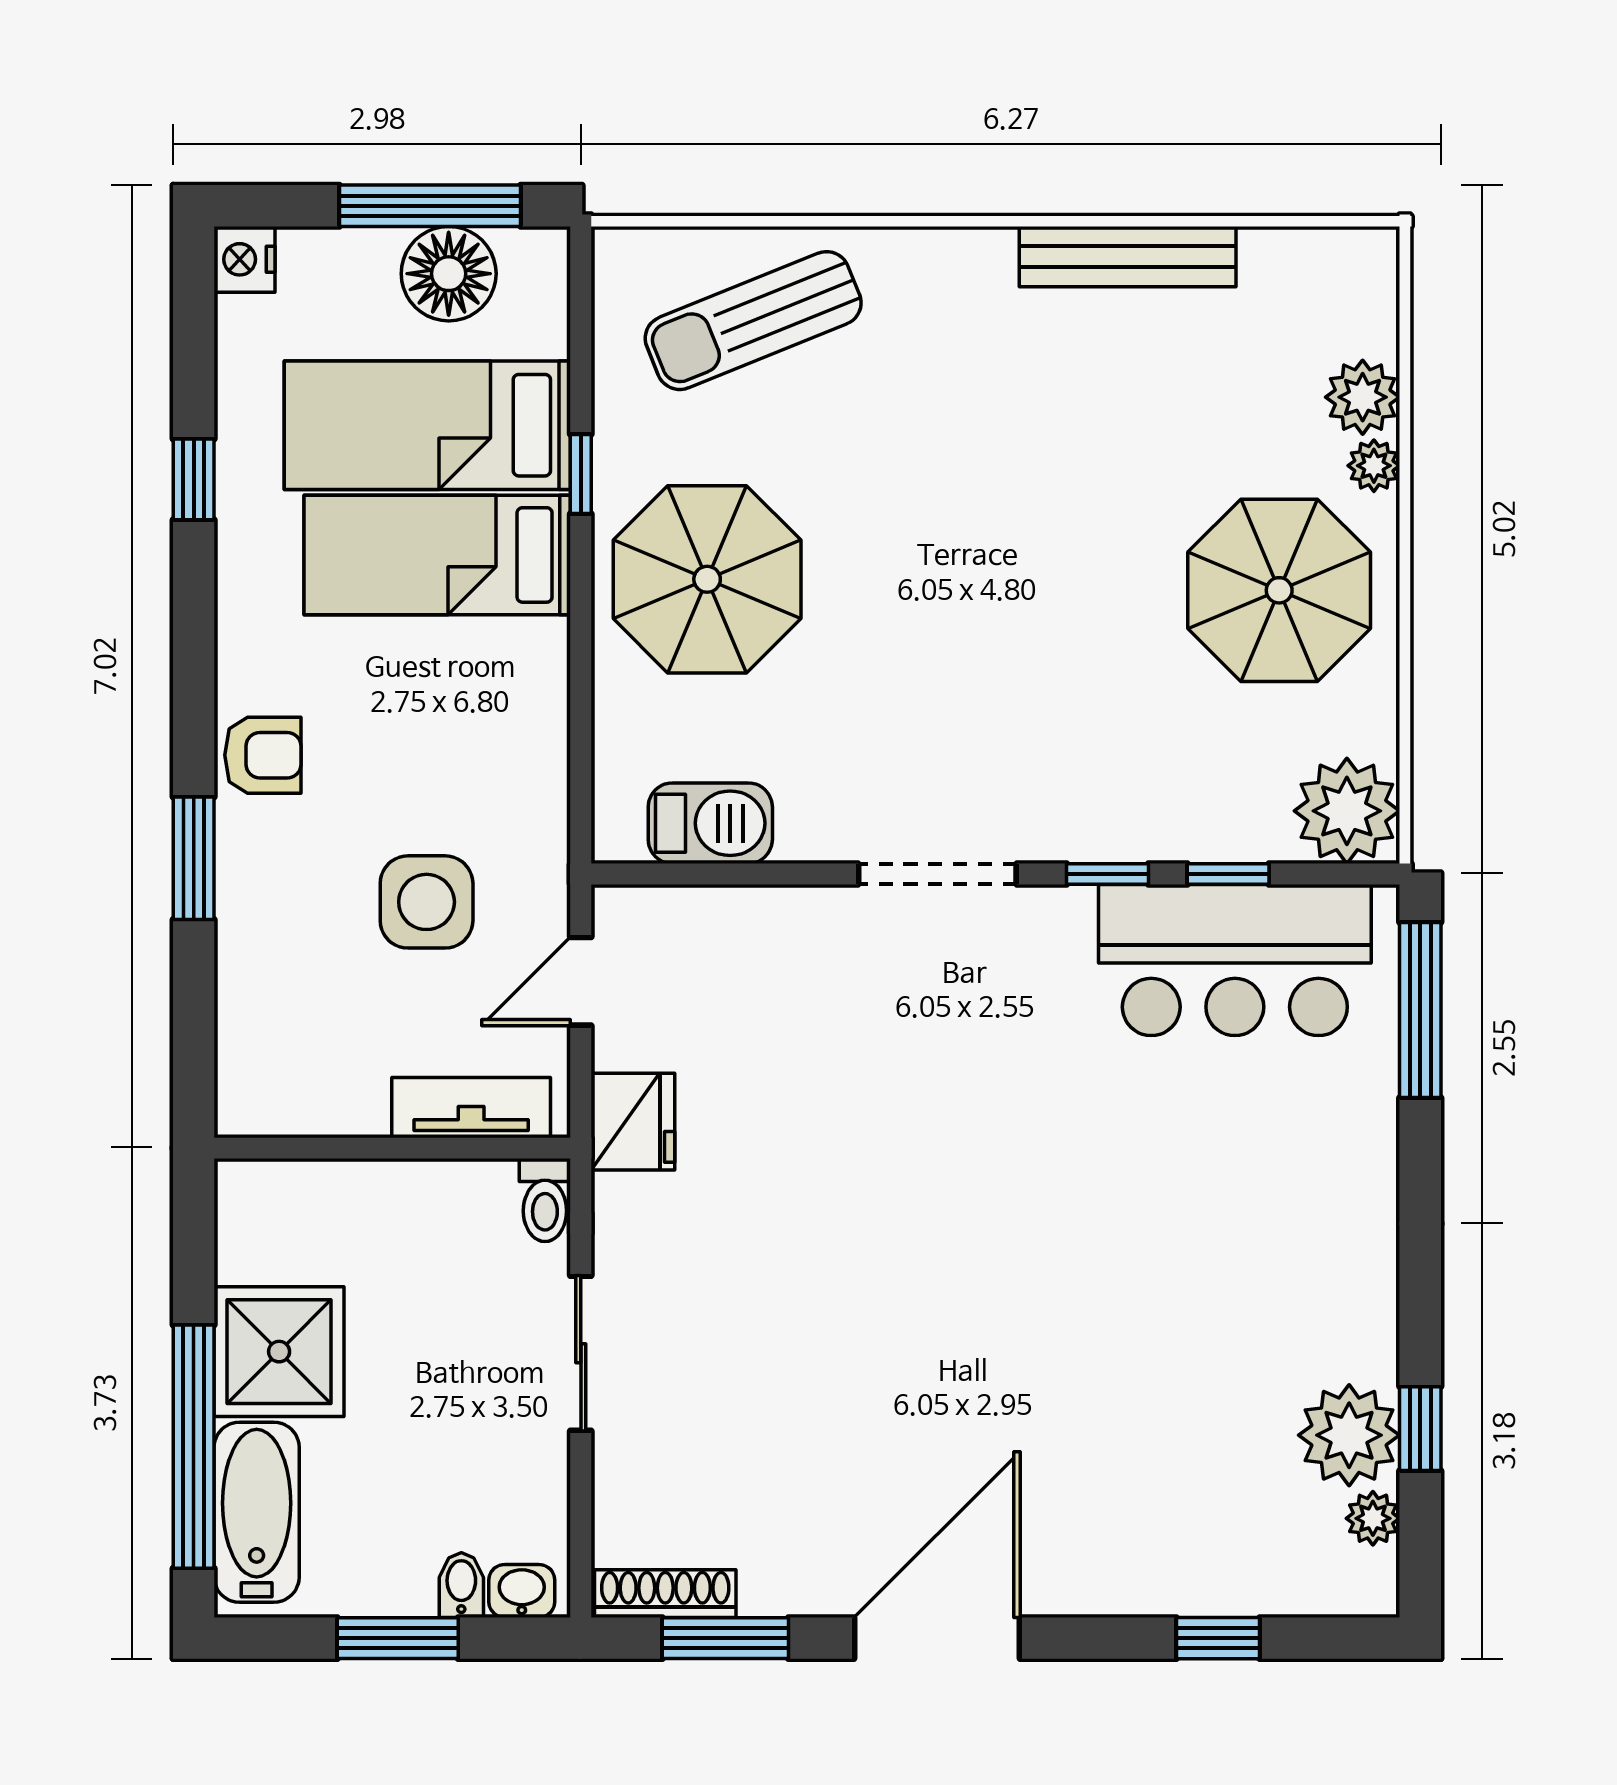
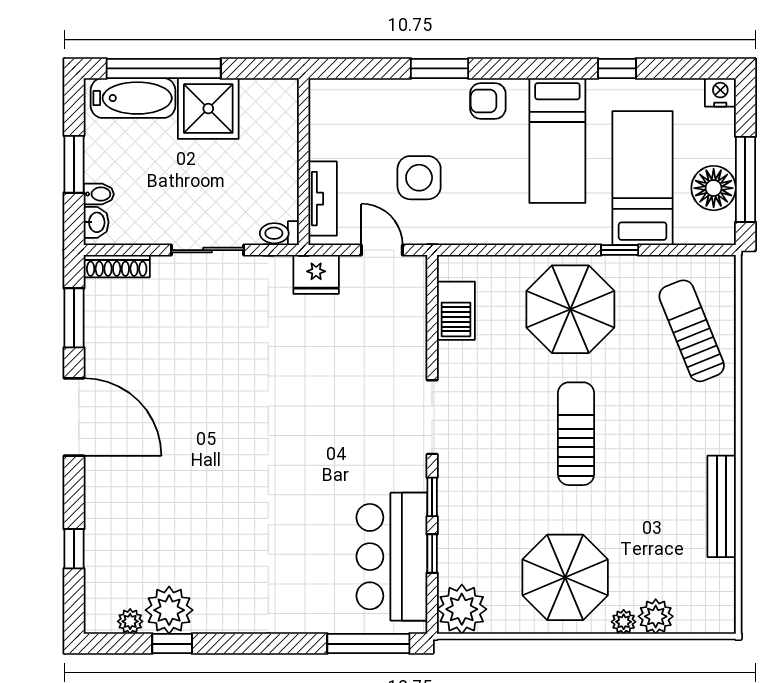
bed: (437, 555) -> (557, 141), moved, turned 180
sun lounger: (973, 567) -> (576, 434), added
armchair: (263, 755) -> (488, 101), turned 90
shoe rack: (665, 1594) -> (117, 266), moved, turned 90

